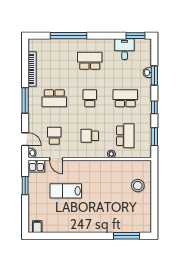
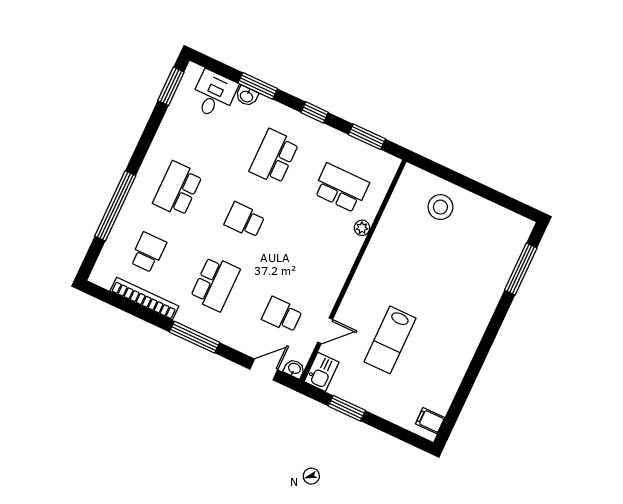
desk: (125, 49) -> (214, 95), moved, turned 90
school desk: (90, 136) -> (148, 252), moved, turned 180

